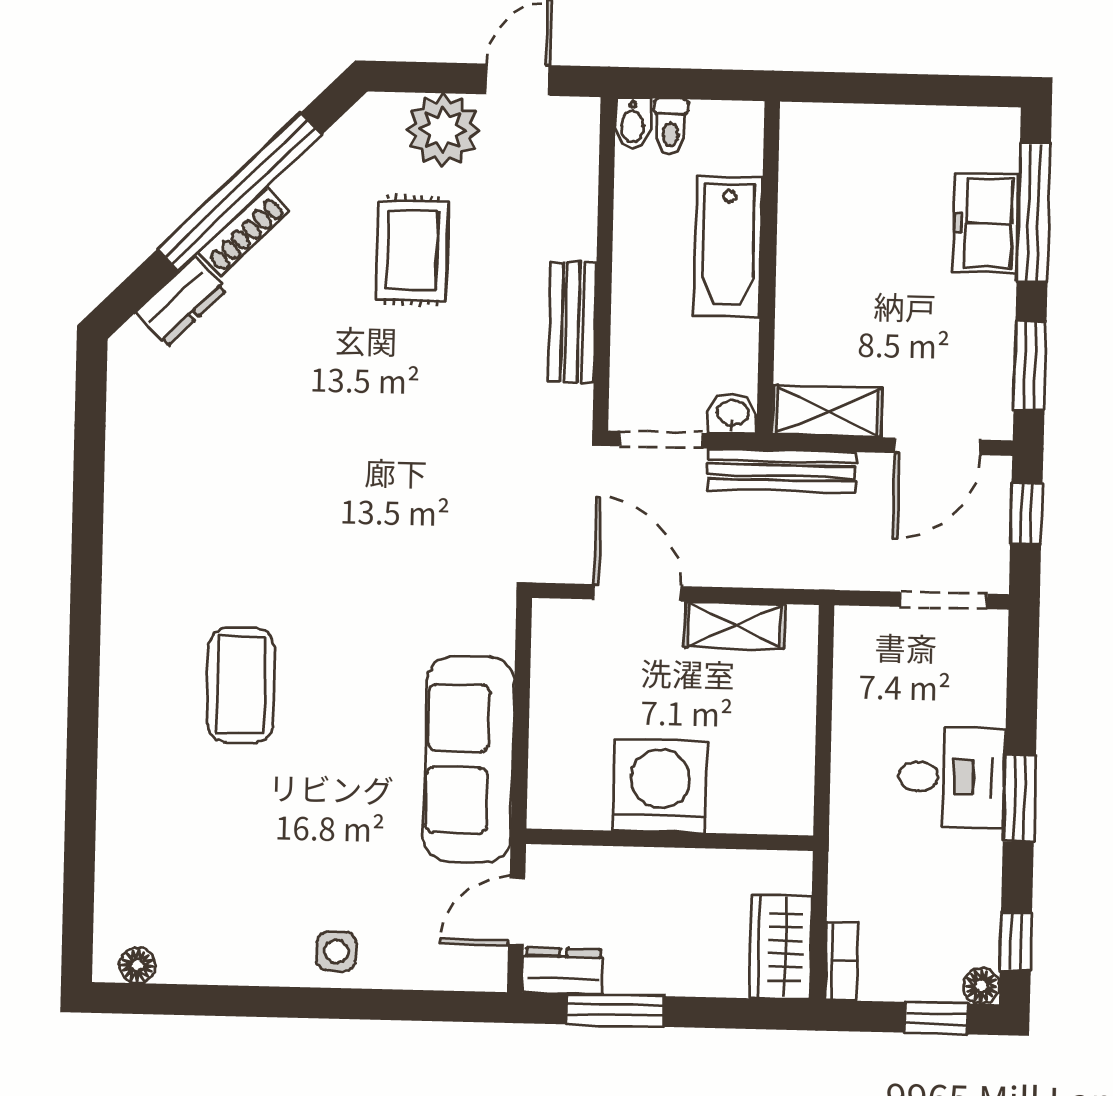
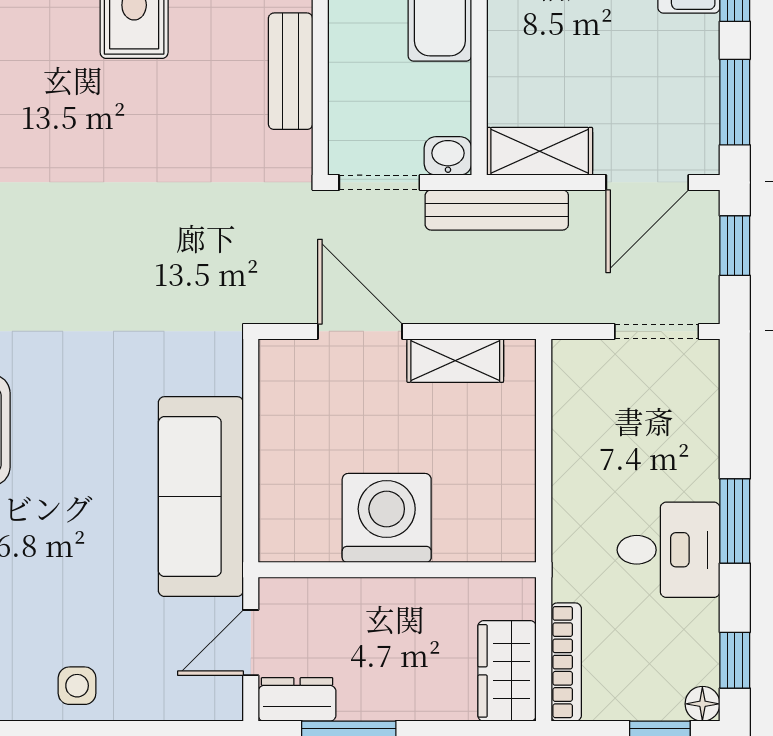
desk: (951, 777) -> (669, 550), moved
bookcase: (841, 961) -> (566, 662), width x1.56

